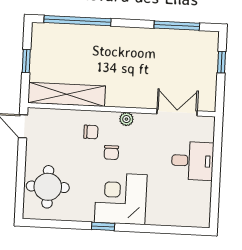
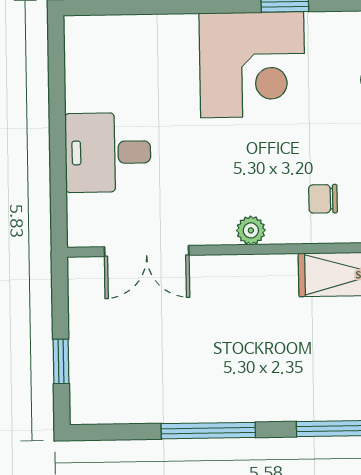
window: (177, 26) -> (208, 431), moved
chair: (111, 153) -> (278, 159), removed

